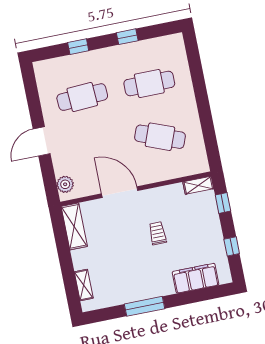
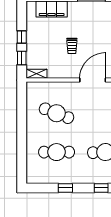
door: (120, 192) -> (93, 80), swing flipped
window: (232, 246) -> (22, 37), moved

